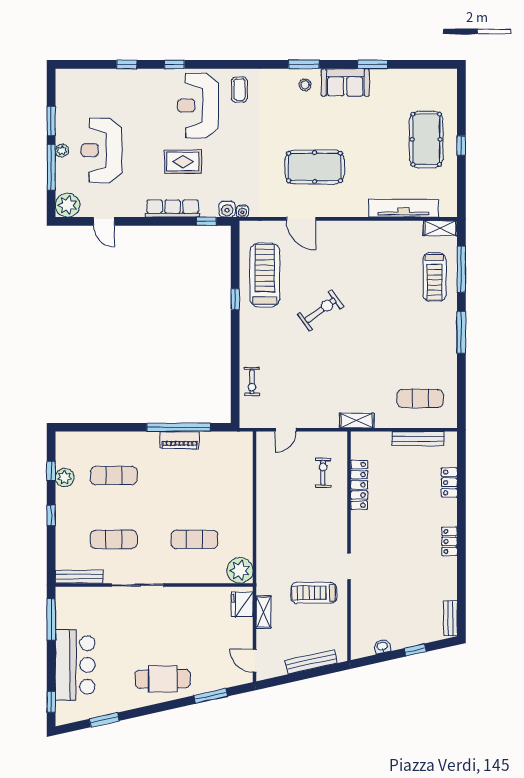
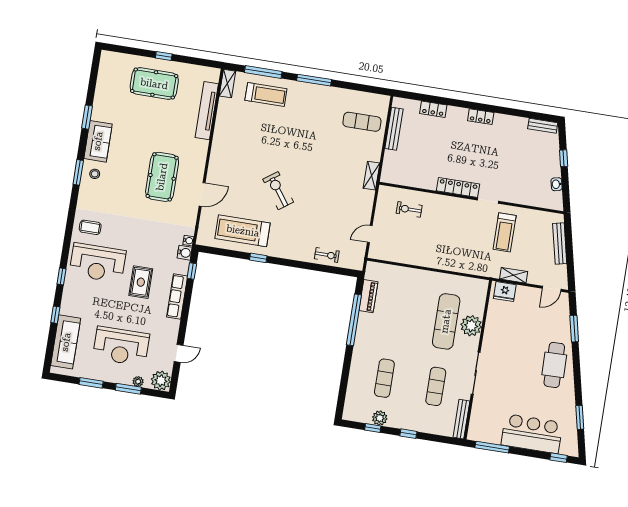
sofa: (96, 82) -> (66, 342), added
plant: (62, 151) -> (138, 382), moved
window: (51, 167) -> (128, 389), width x0.69
exercise mat: (420, 399) -> (362, 122), turned 90
door: (286, 430) -> (370, 234), swing flipped
piano: (180, 440) -> (368, 296), moved
locker: (359, 485) -> (458, 187), moved
exercise mat: (195, 539) -> (446, 321), width x1.36, depth x1.45
plant: (240, 570) -> (471, 326), moved

